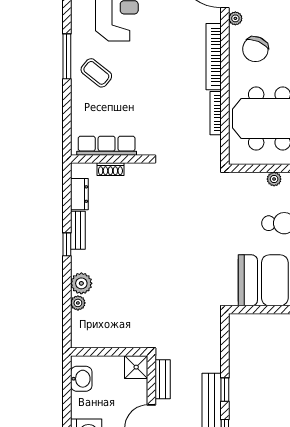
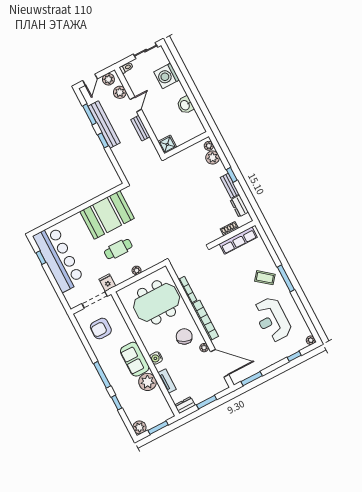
wall: (109, 352) -> (187, 145), moved
shower: (136, 367) -> (167, 144), moved

